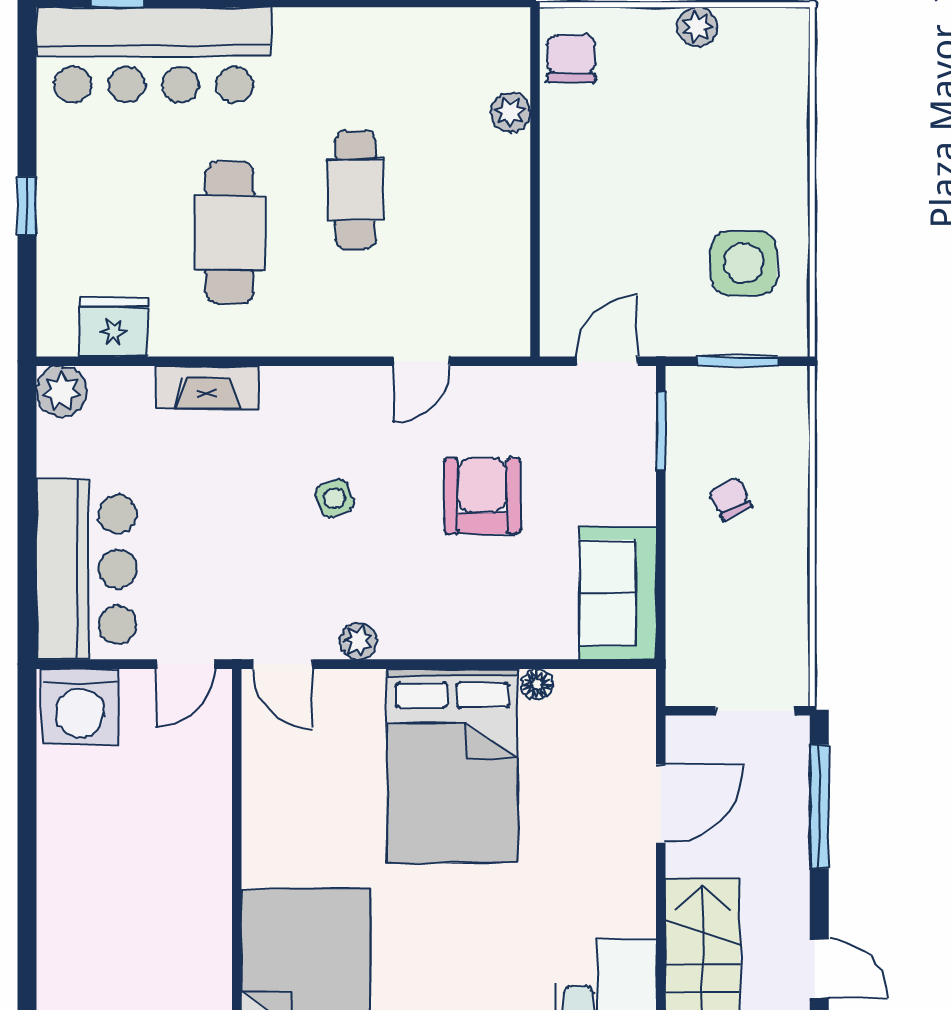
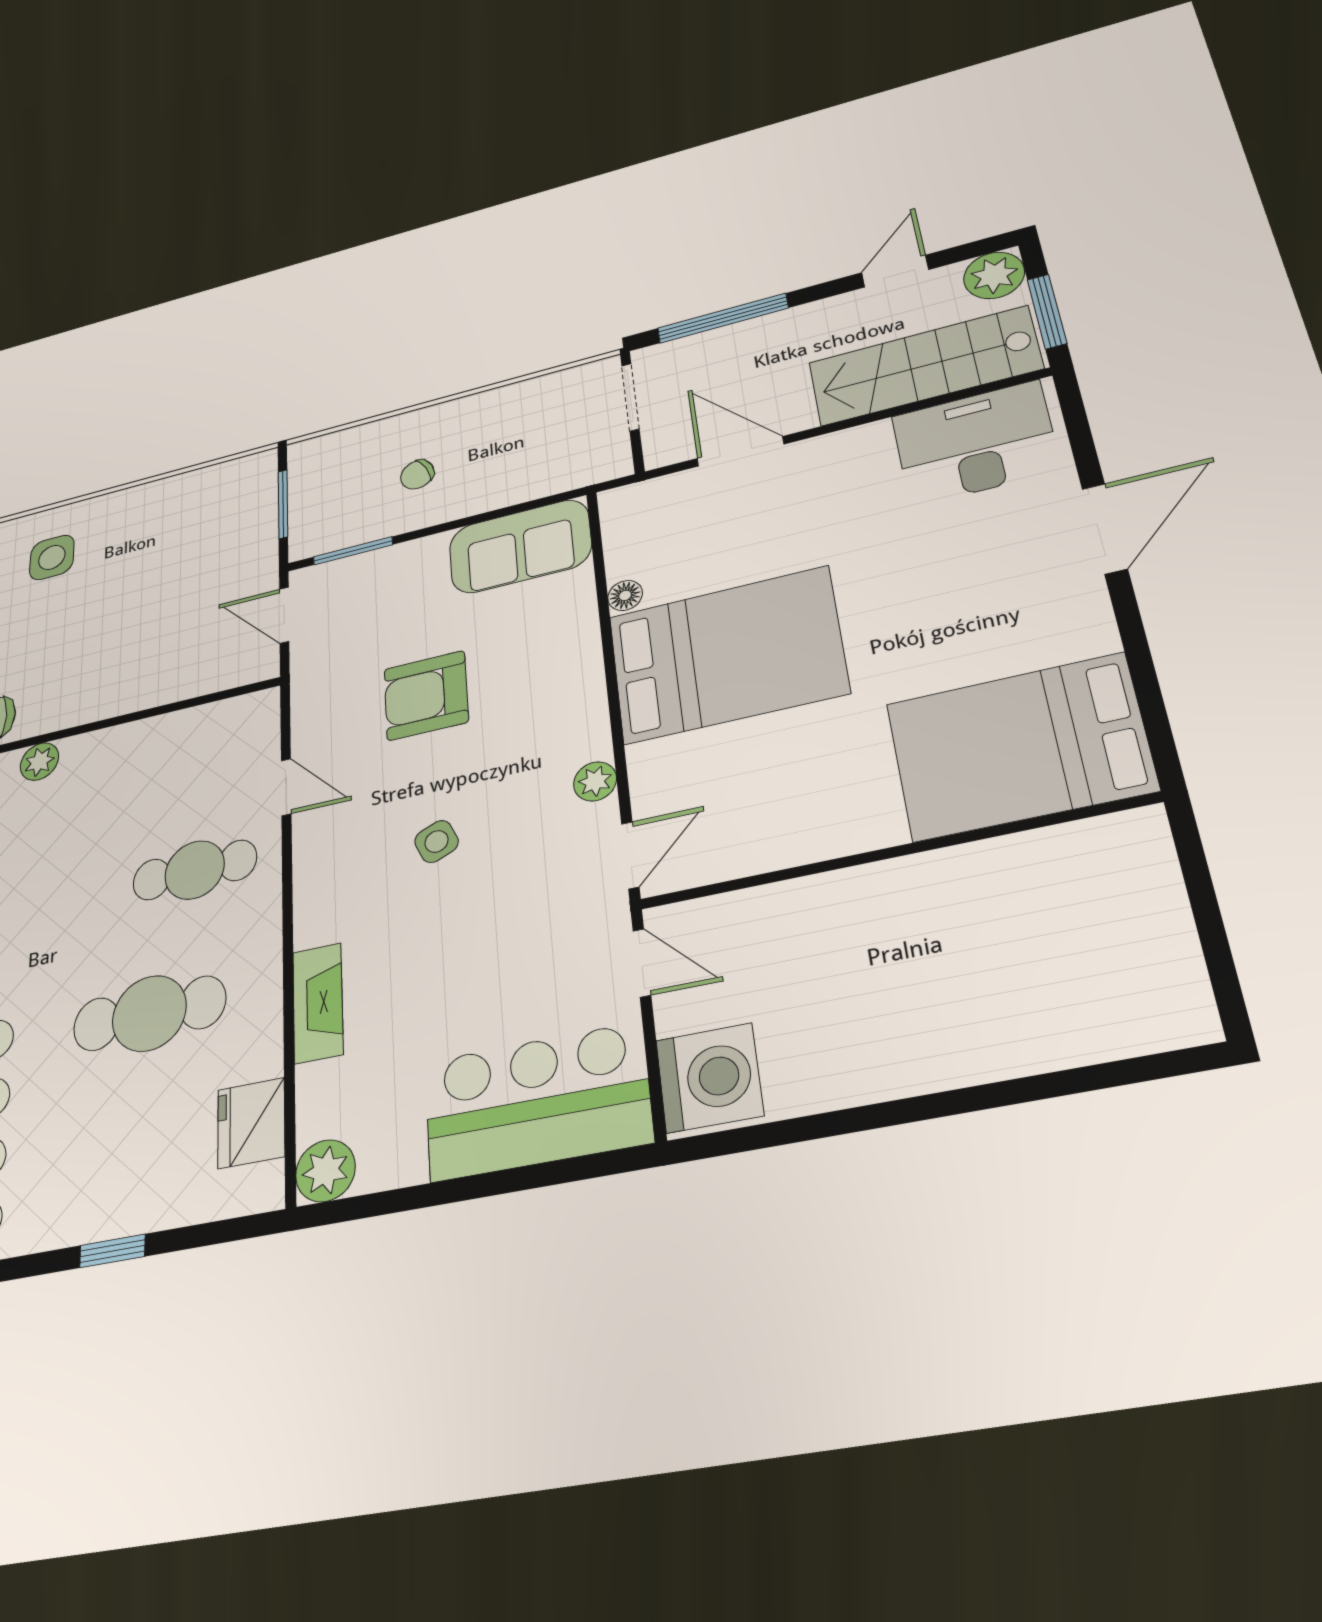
cafe table: (355, 190) -> (195, 870), moved
side table: (744, 263) -> (52, 557), moved, width x0.73, depth x0.73

